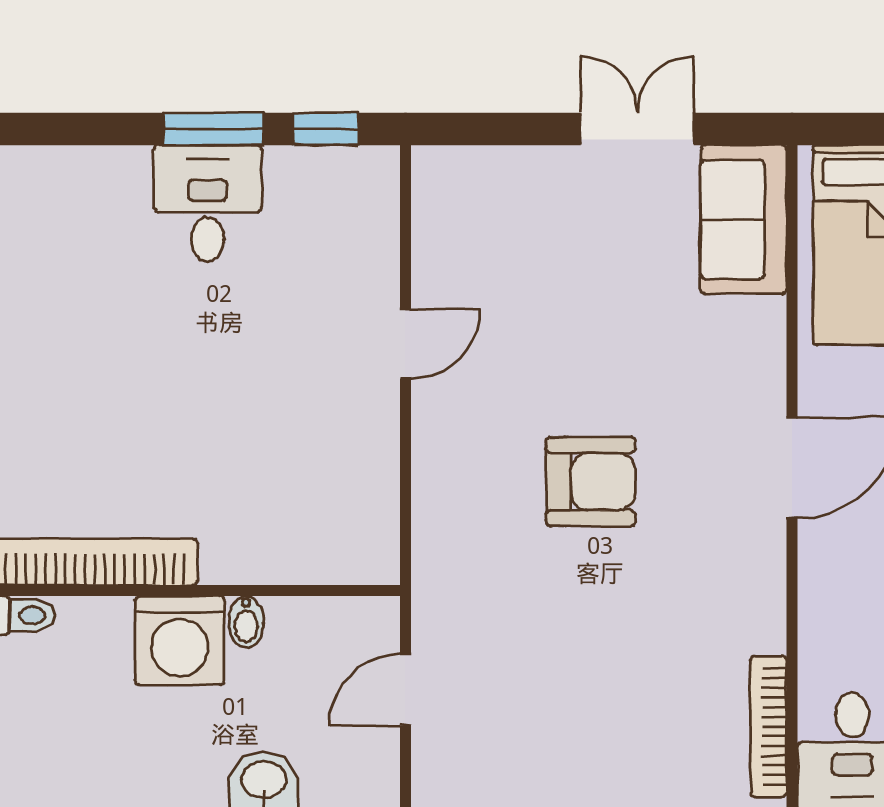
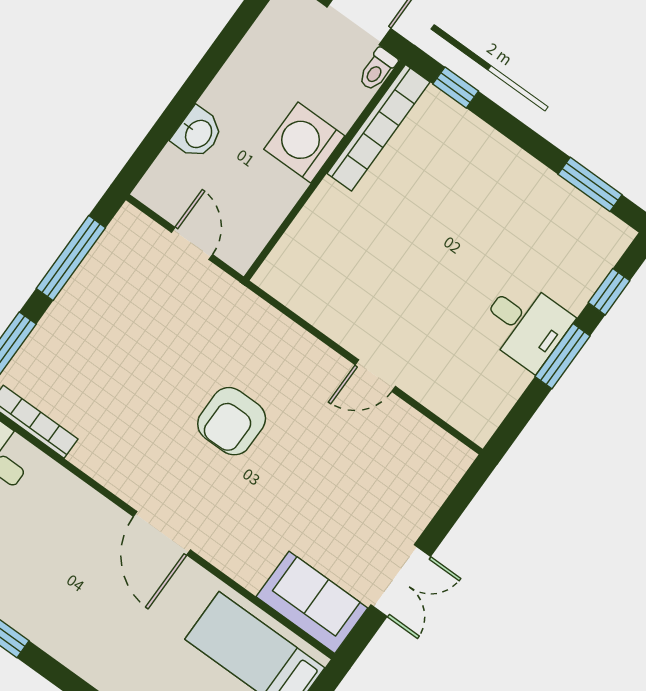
window: (326, 129) -> (609, 292), moved
door: (405, 344) -> (375, 376), hinge flipped
bidet: (246, 622) -> (289, 185), removed

